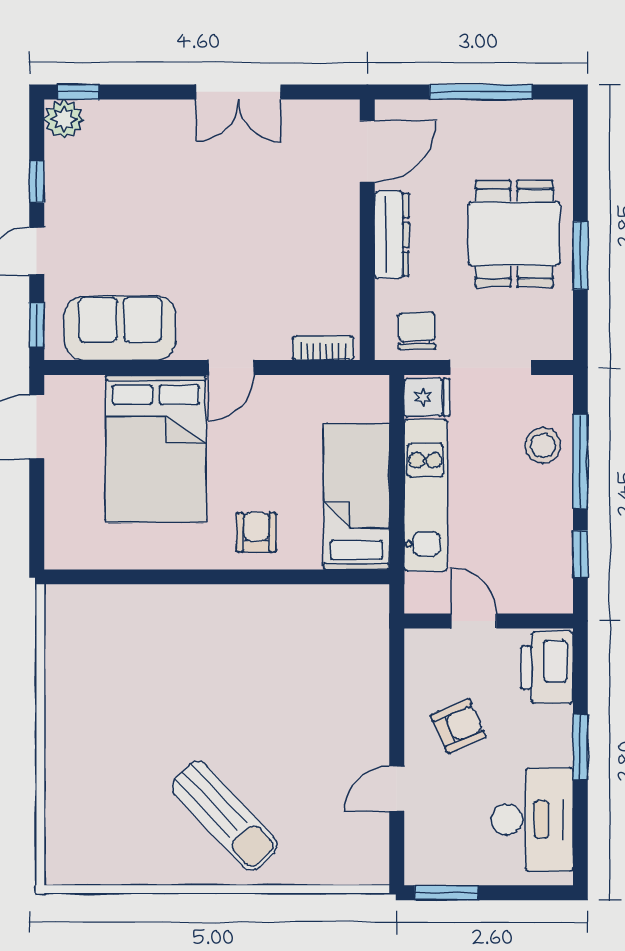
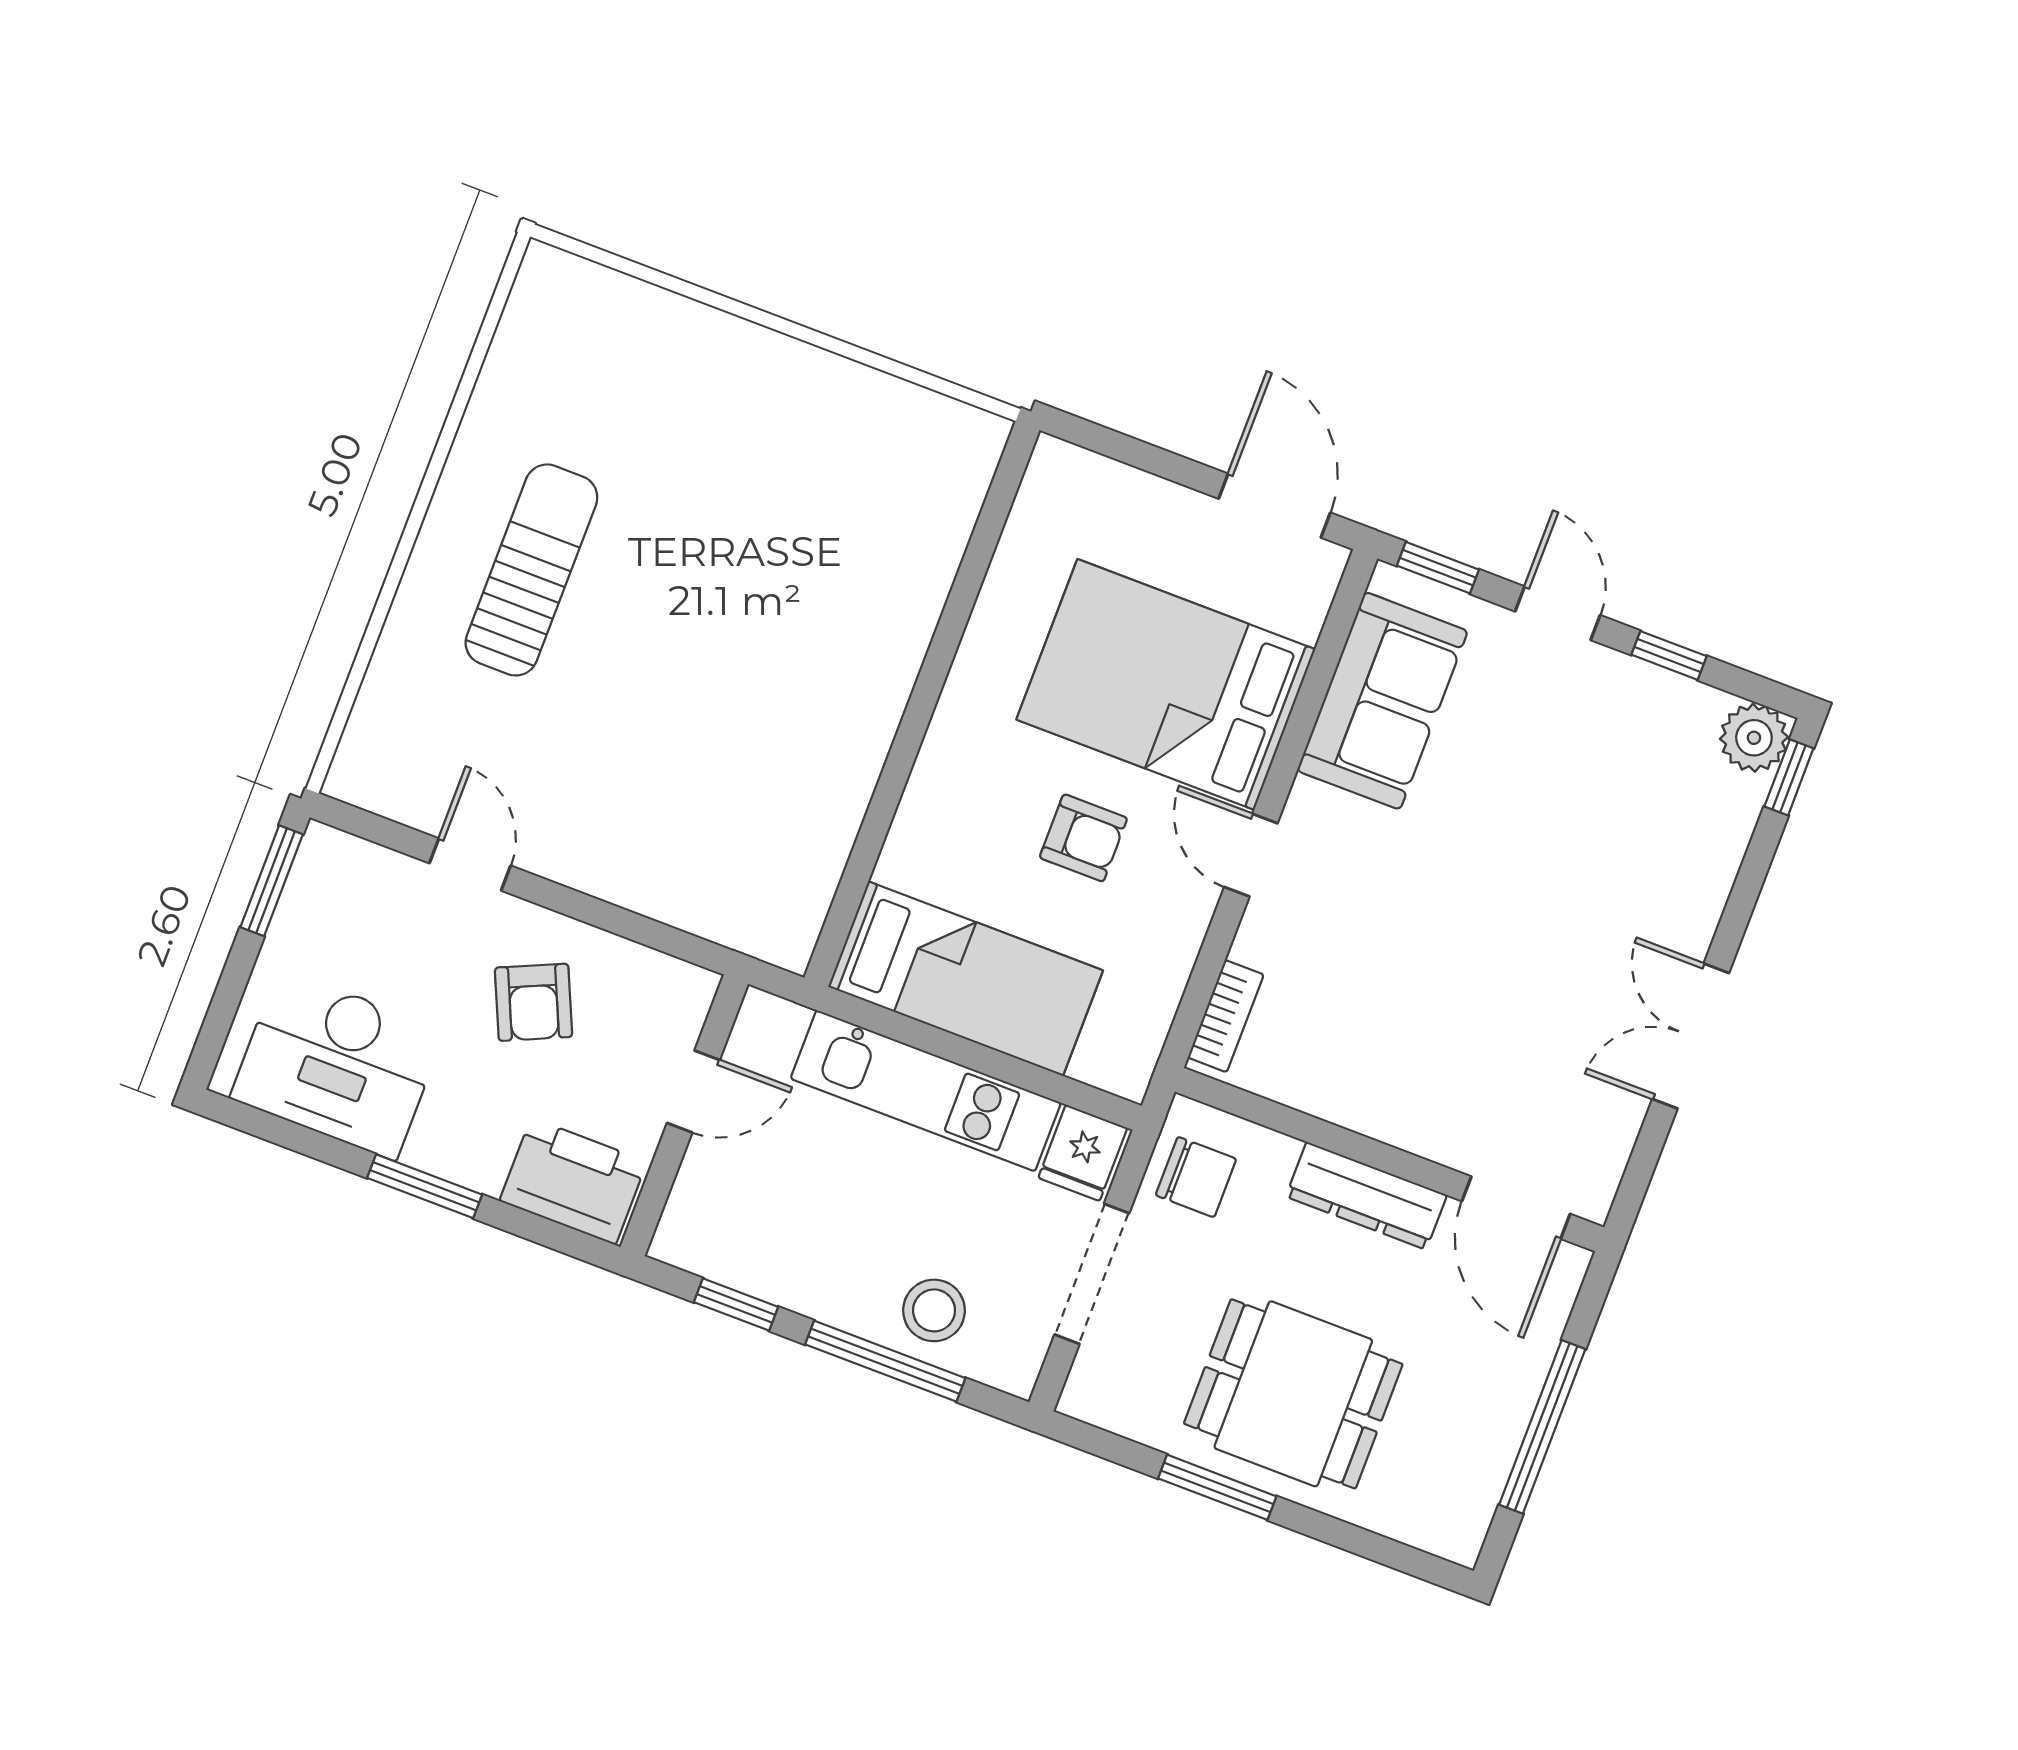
armchair: (256, 532) -> (1083, 838), moved
sun lounger: (224, 816) -> (531, 570), turned 133

